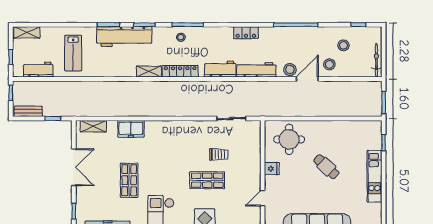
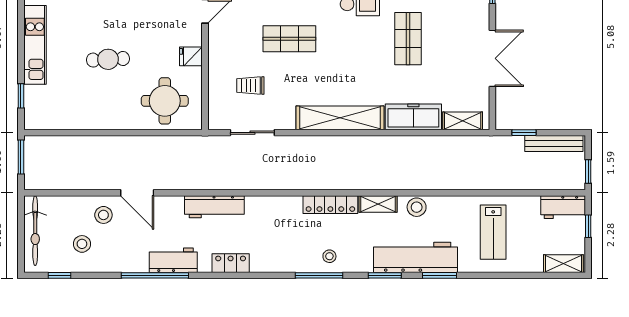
lab bench: (73, 53) -> (493, 232), turned 180
bicycle: (376, 60) -> (35, 231), width x1.37, depth x1.40
workbench: (220, 69) -> (173, 260), moved, turned 180
workbench: (38, 70) -> (563, 207), moved
stool: (290, 70) -> (417, 207), moved
door: (307, 79) -> (137, 193), hinge flipped
bench: (28, 111) -> (554, 144), width x1.36
shelving: (174, 128) -> (340, 118), added
freezer: (131, 129) -> (413, 117), width x1.40
trolley: (219, 154) -> (250, 85), moved
double door: (74, 167) -> (492, 58), swing flipped
cafe table: (326, 167) -> (108, 59), turned -46

